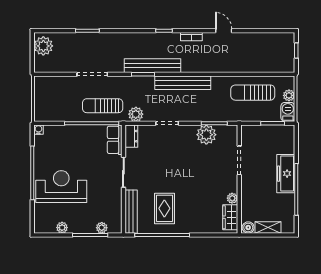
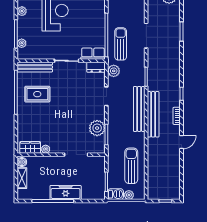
bench: (152, 66) -> (153, 114), moved

